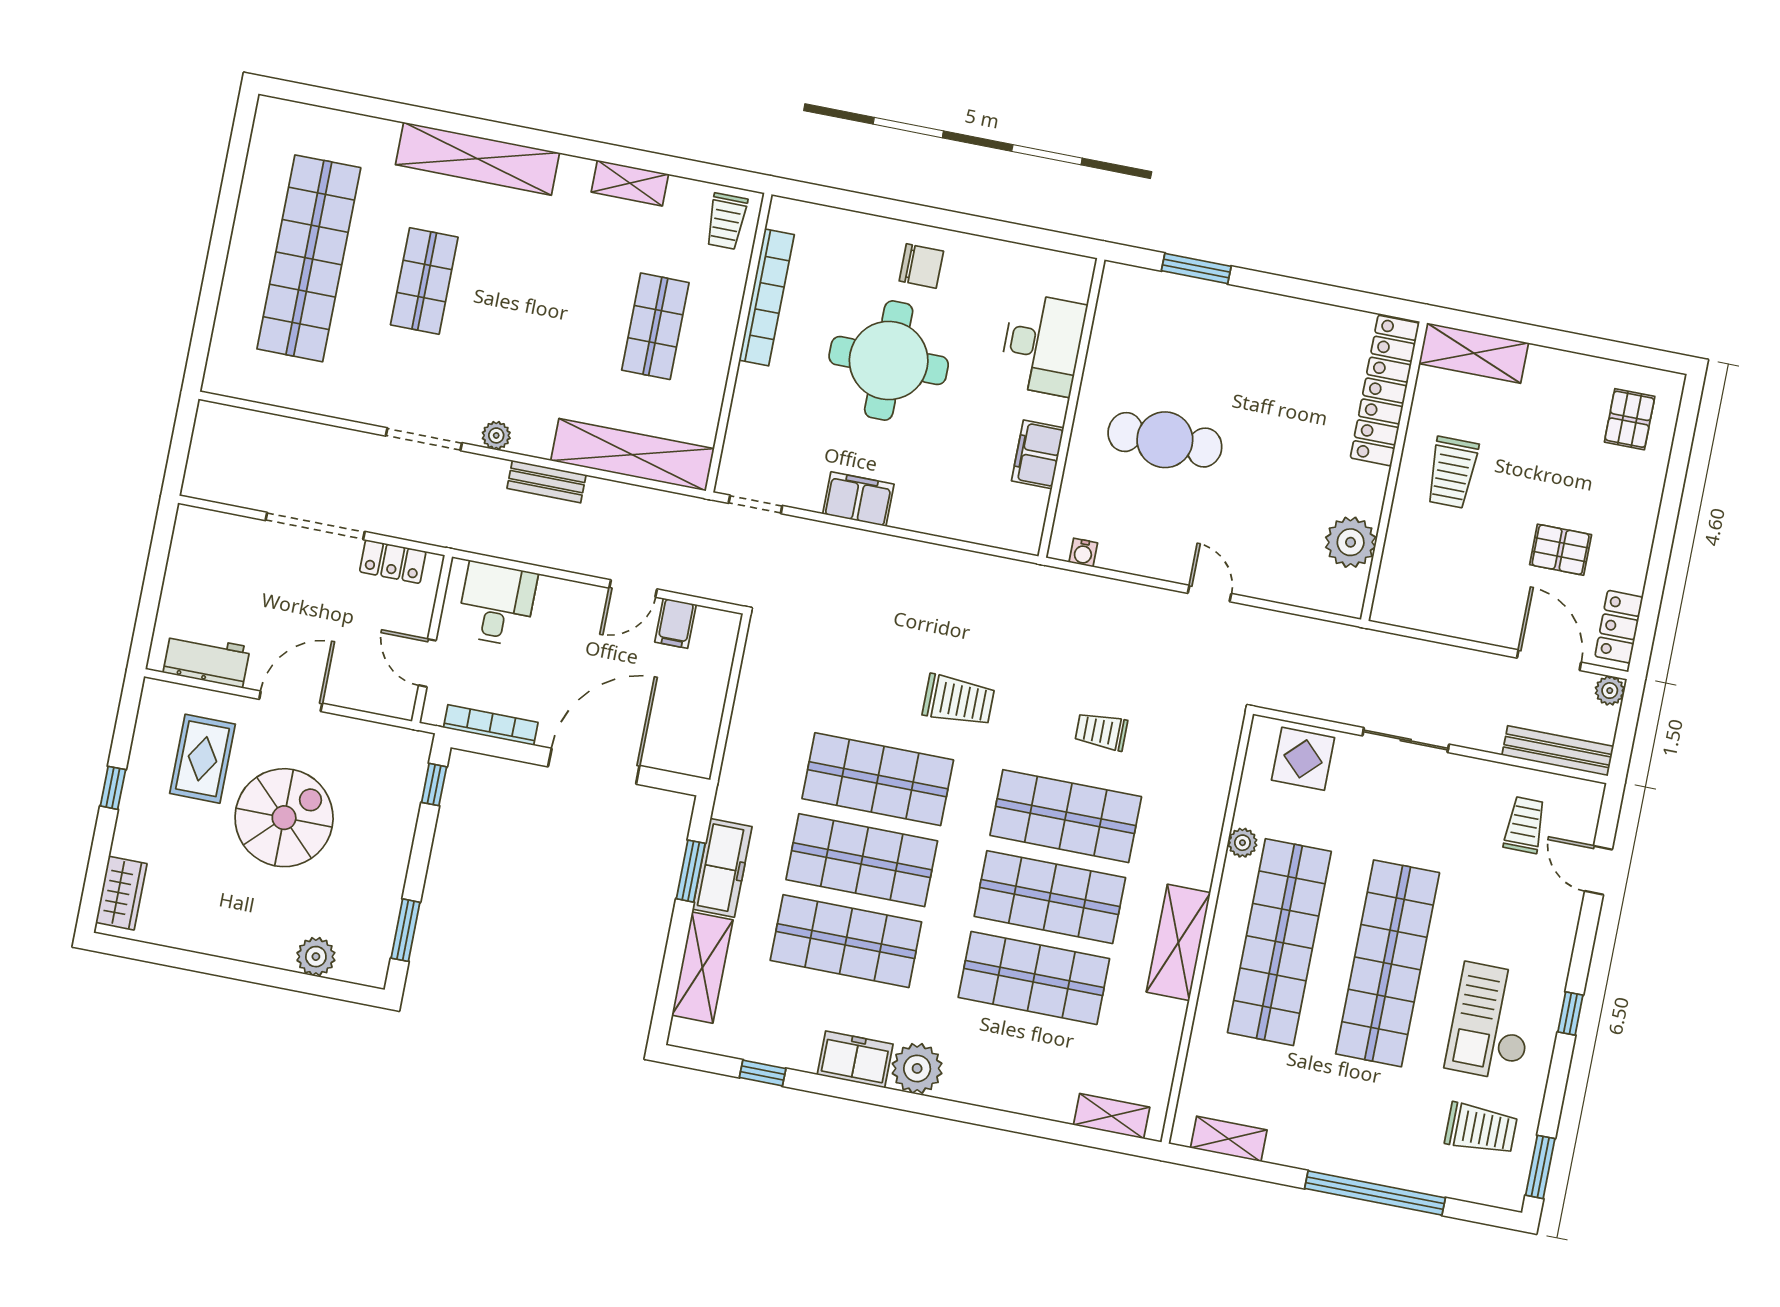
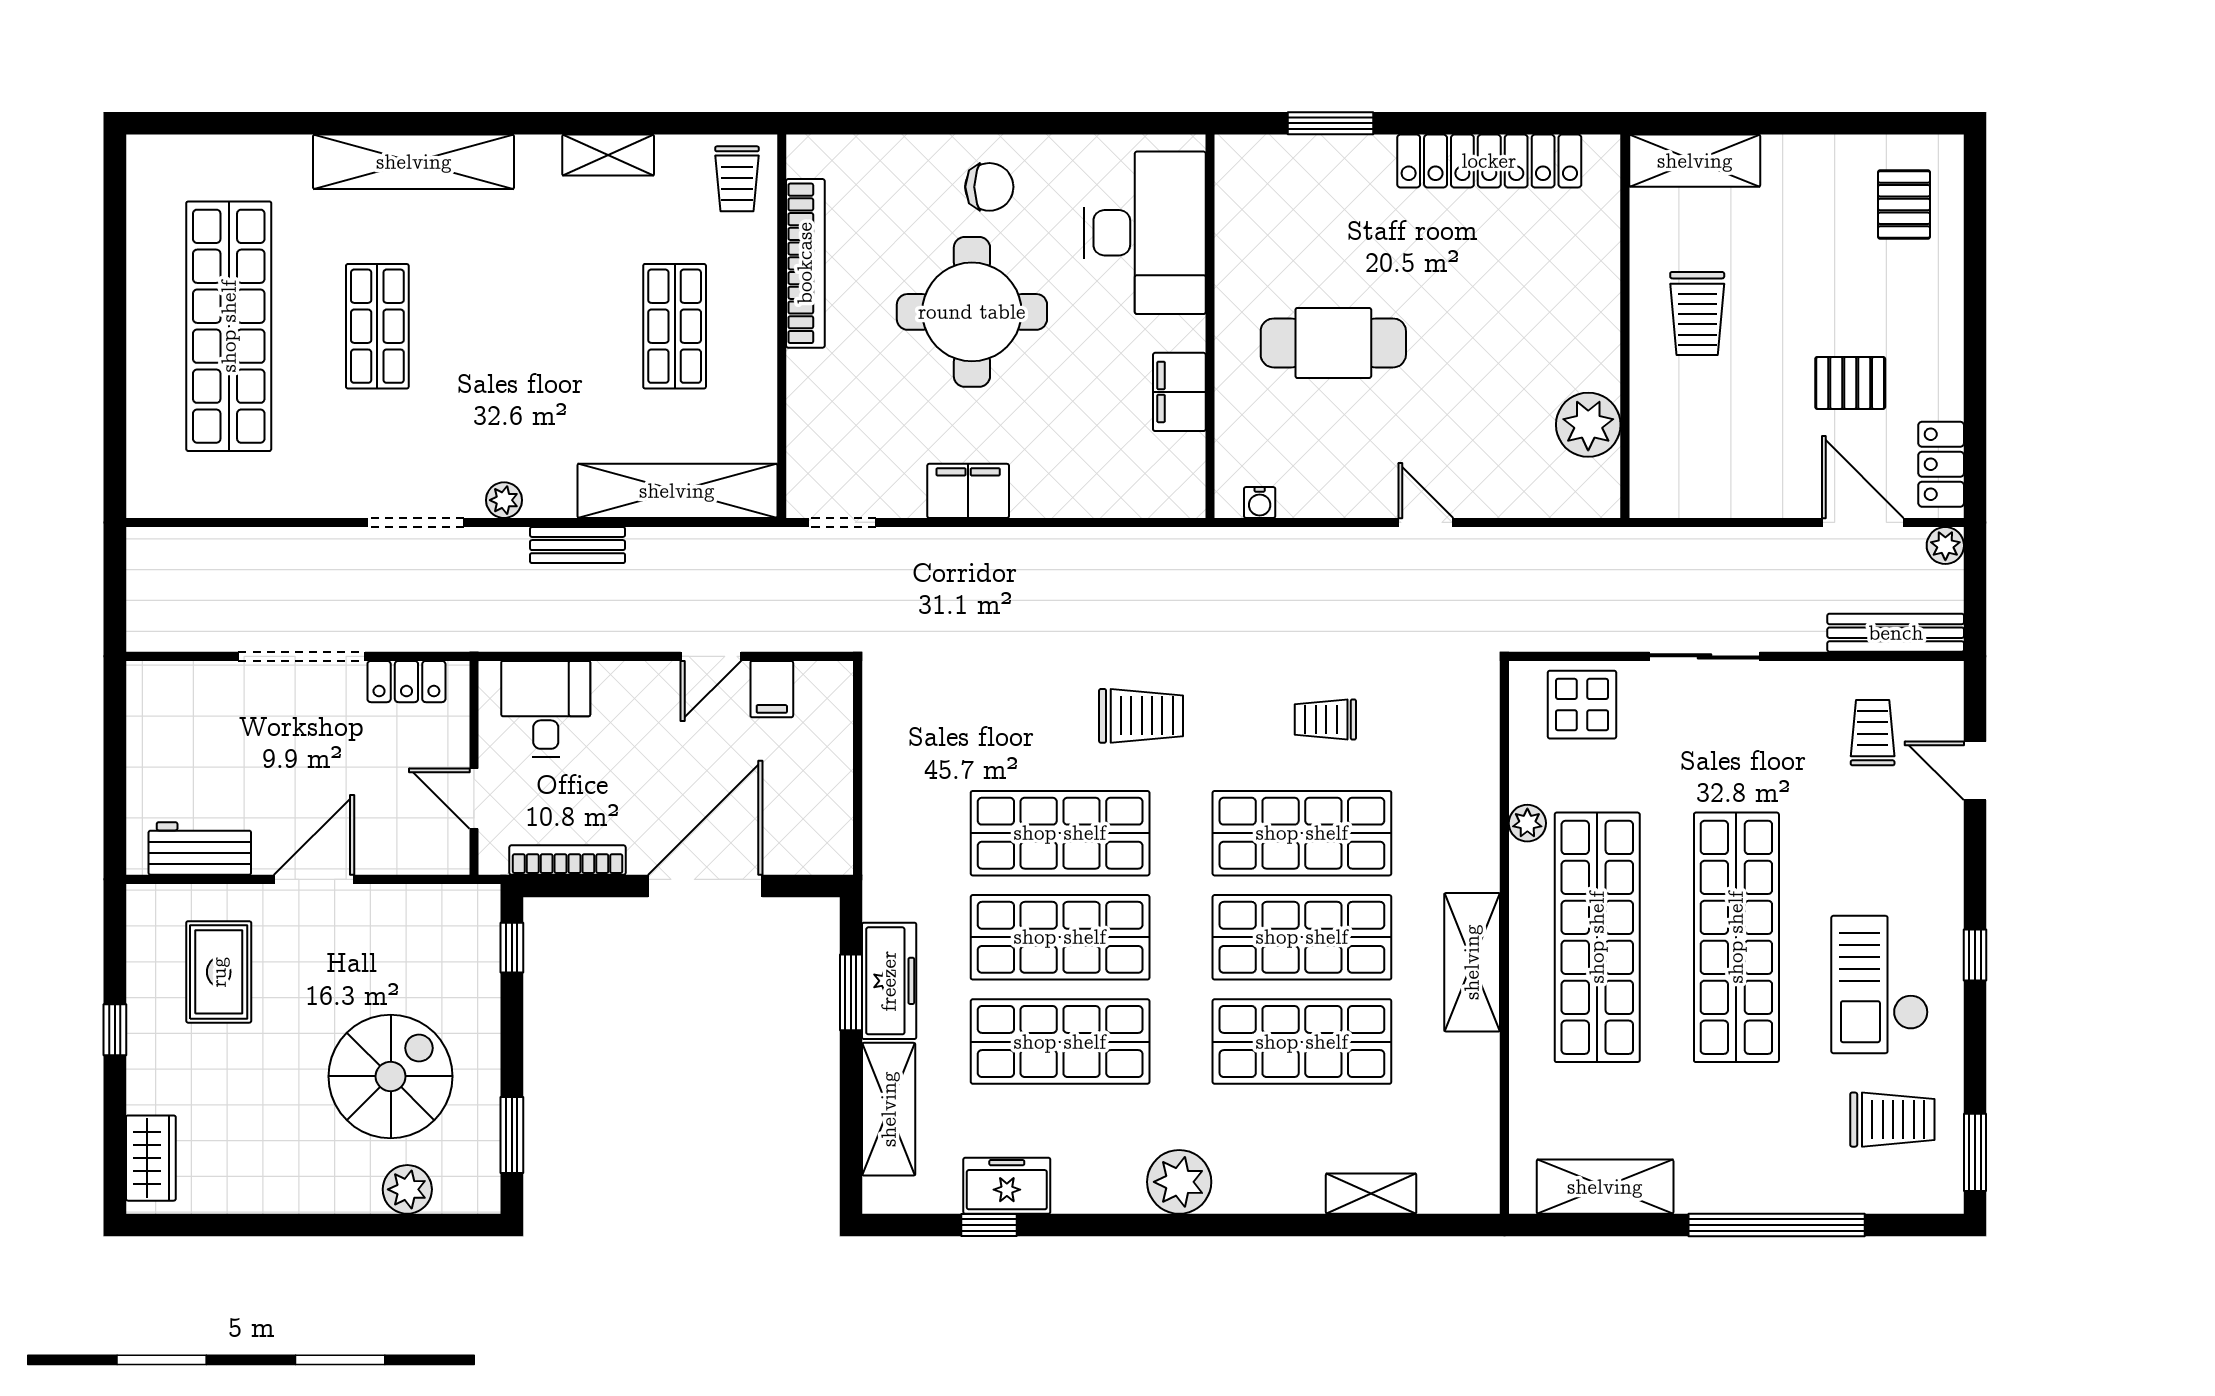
desk: (1043, 344) -> (1145, 233), width x1.36, depth x1.30
locker: (1385, 391) -> (1489, 161), moved, turned -90
spiral stairs: (284, 818) -> (391, 1076), moved
freezer: (855, 1059) -> (1007, 1186), moved
shelving: (1112, 1116) -> (1371, 1194), moved
shelving: (1229, 1139) -> (1605, 1187), width x1.50, depth x1.33

